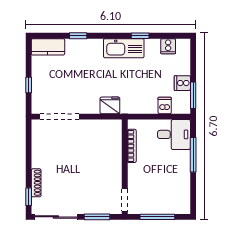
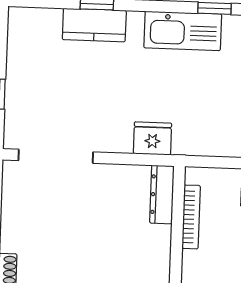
kitchen counter: (48, 47) -> (94, 25), moved
dresser: (116, 135) -> (162, 194), added

